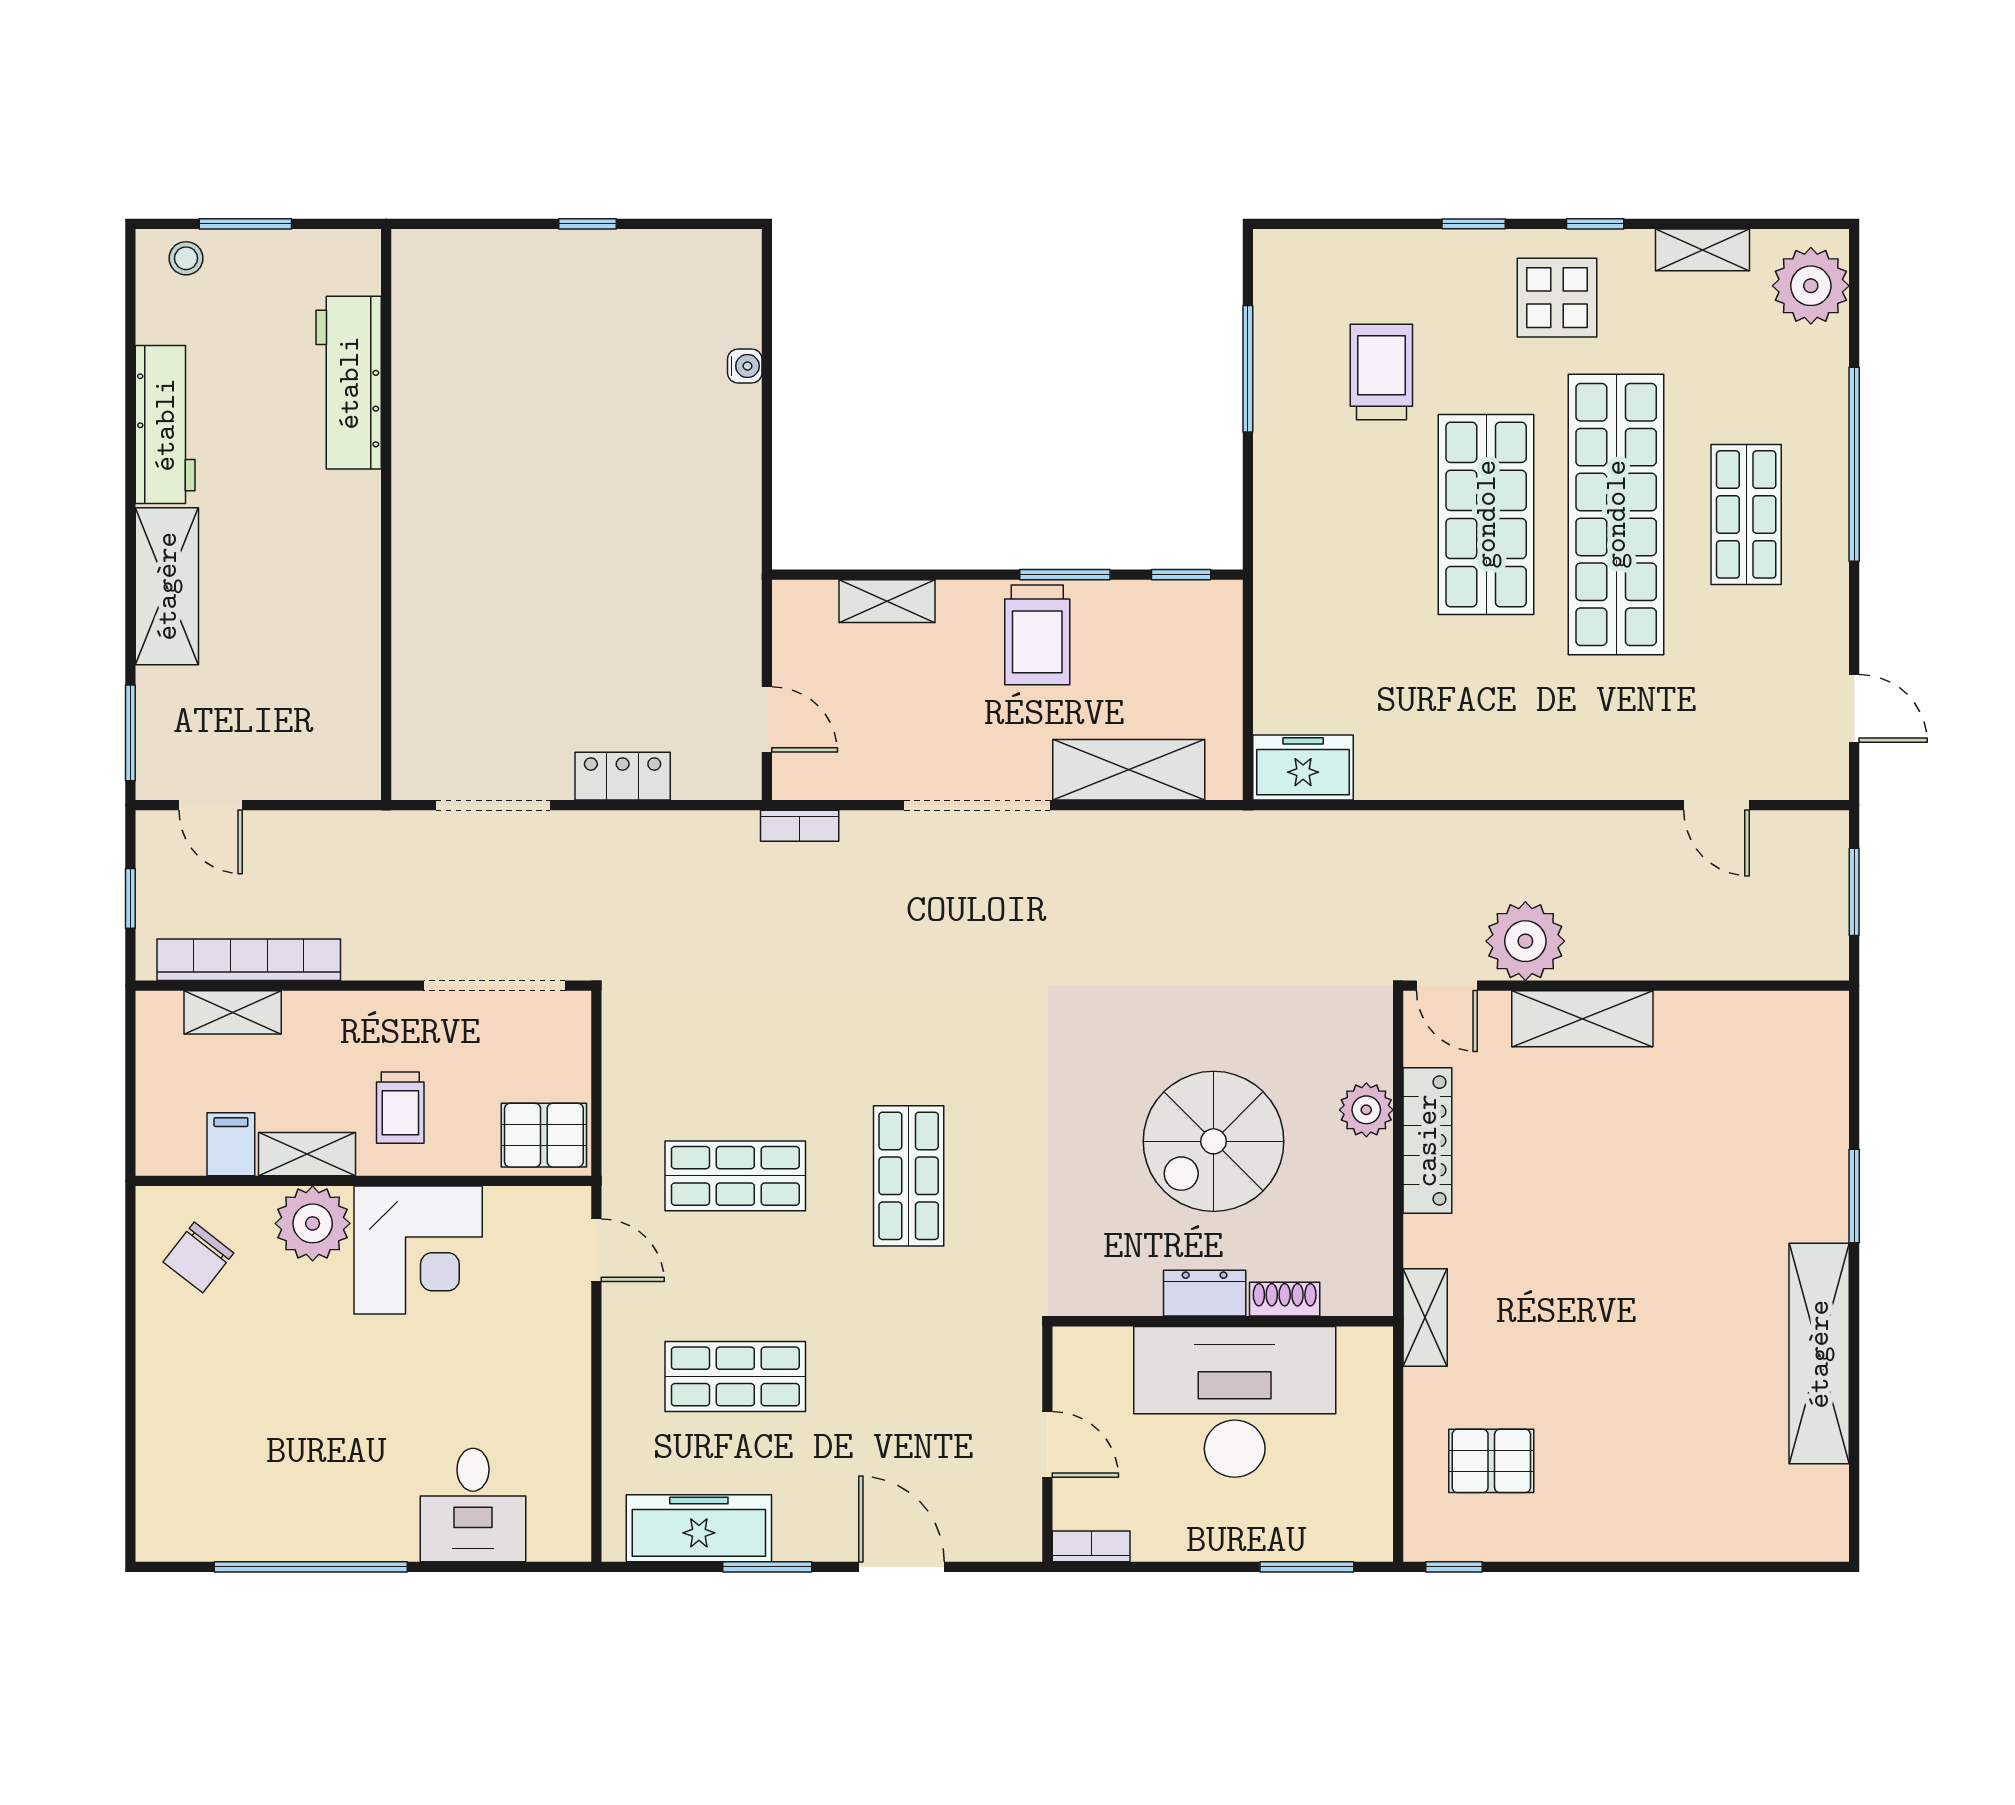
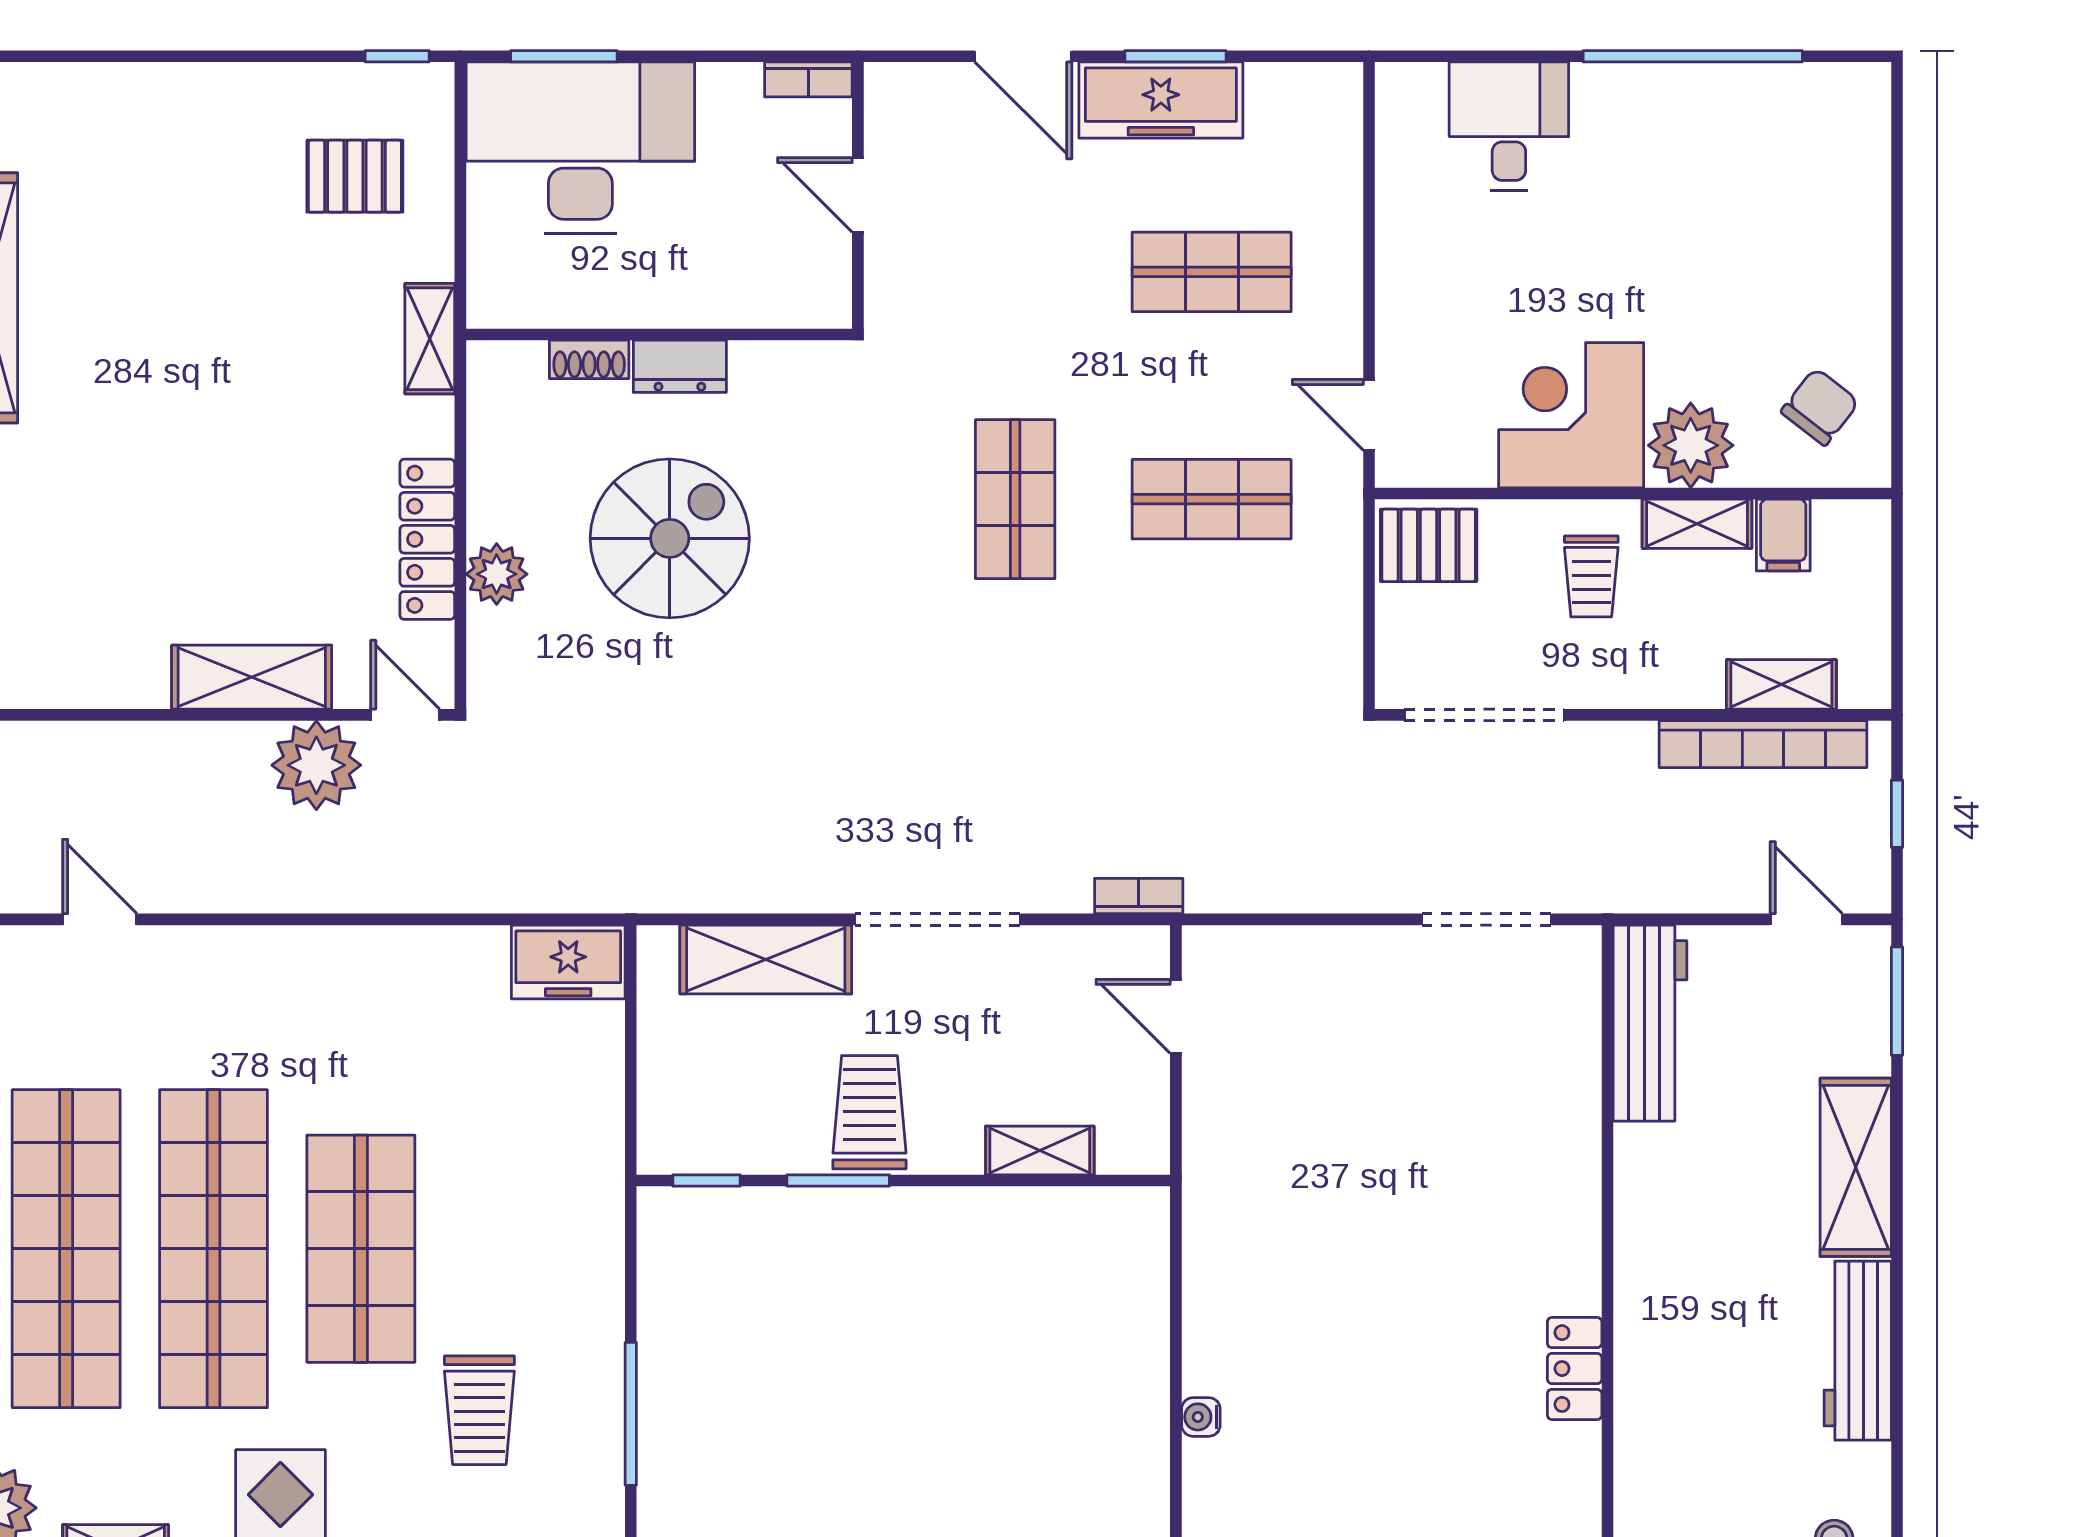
workbench: (349, 383) -> (1650, 1023), moved
shop shelf: (1746, 514) -> (66, 1249), width x2.00, depth x1.36
locker: (623, 776) -> (1575, 1369), moved, turned 90
trolley: (400, 1108) -> (1591, 576), turned 180
desk: (1235, 1402) -> (580, 147), moved, turned 180
freezer: (699, 1528) -> (1161, 100), moved

